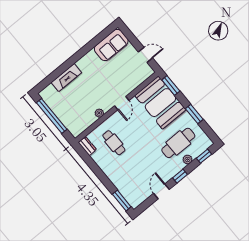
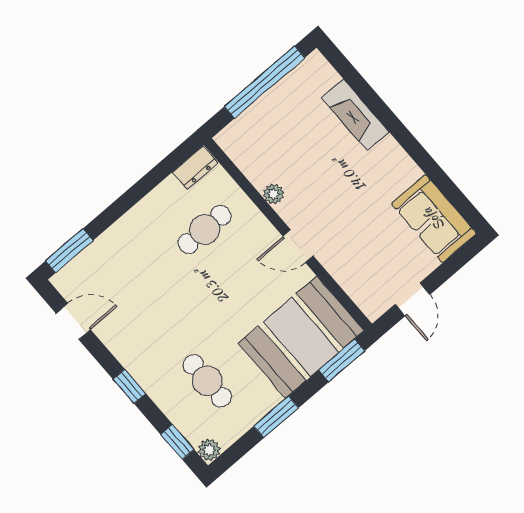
cafe table: (178, 143) -> (207, 381), width x0.73, depth x0.74
plant: (188, 159) -> (209, 450), moved
door: (161, 191) -> (73, 321), moved

